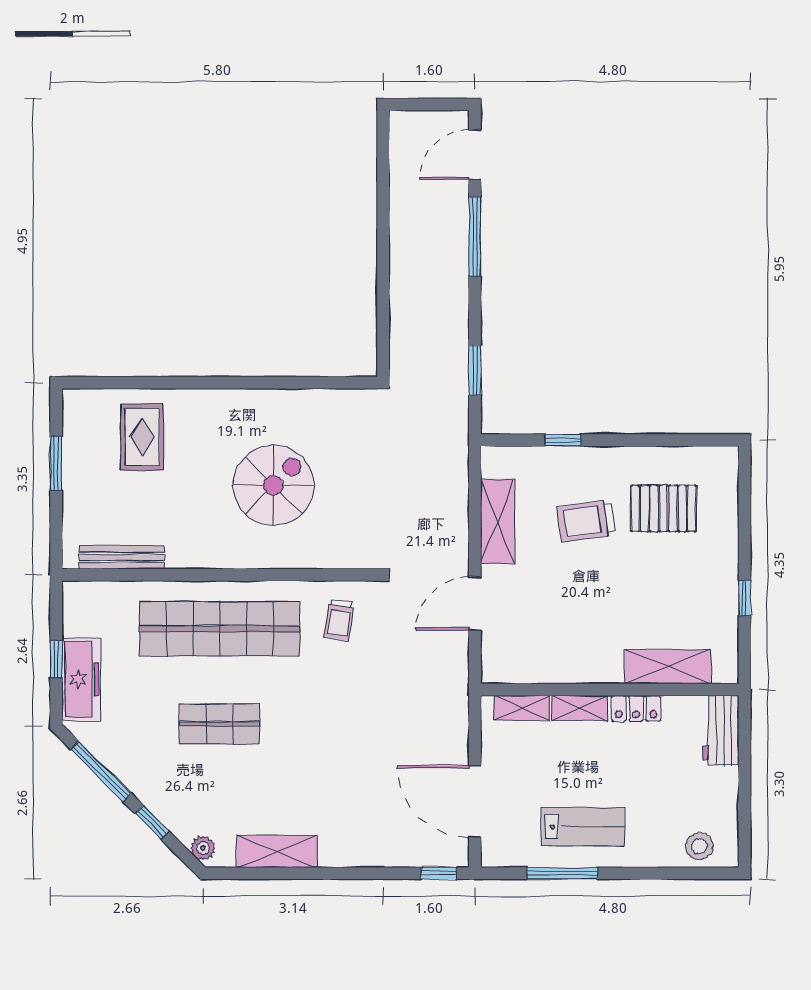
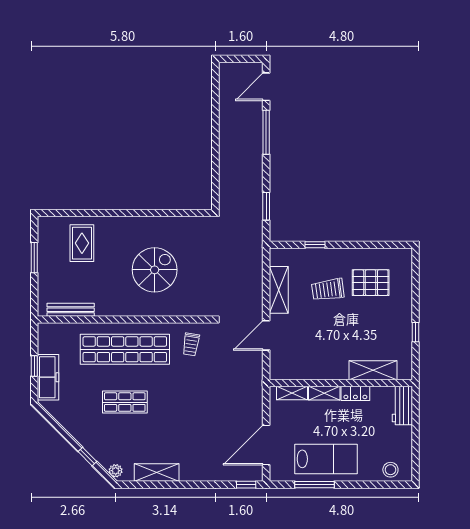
window: (101, 772) -> (59, 428), removed
door: (475, 802) -> (266, 445), hinge flipped
lab bench: (583, 827) -> (326, 459), width x1.36, depth x1.39

